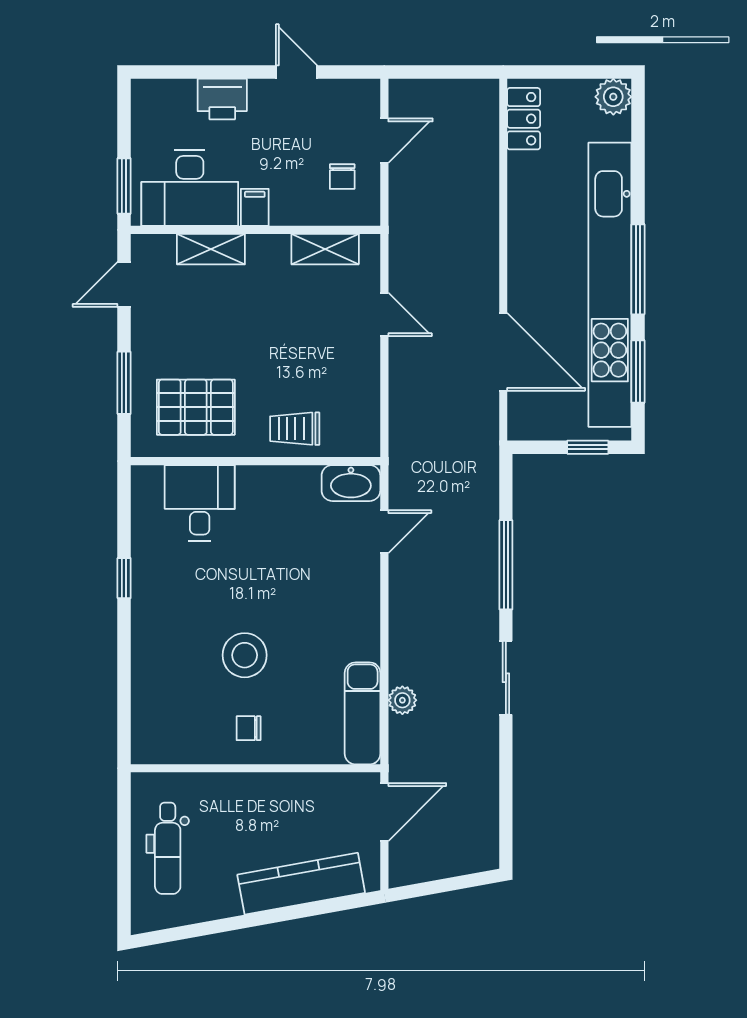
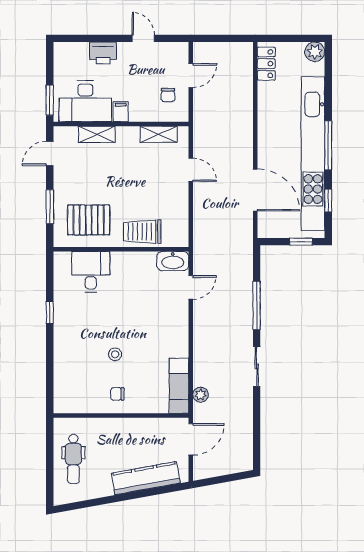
window: (638, 372) -> (328, 201), width x0.67
trolley: (295, 429) -> (142, 232), width x1.36, depth x1.39
stool: (245, 655) -> (115, 354), width x0.53, depth x0.53
plant: (402, 700) -> (201, 395), moved

